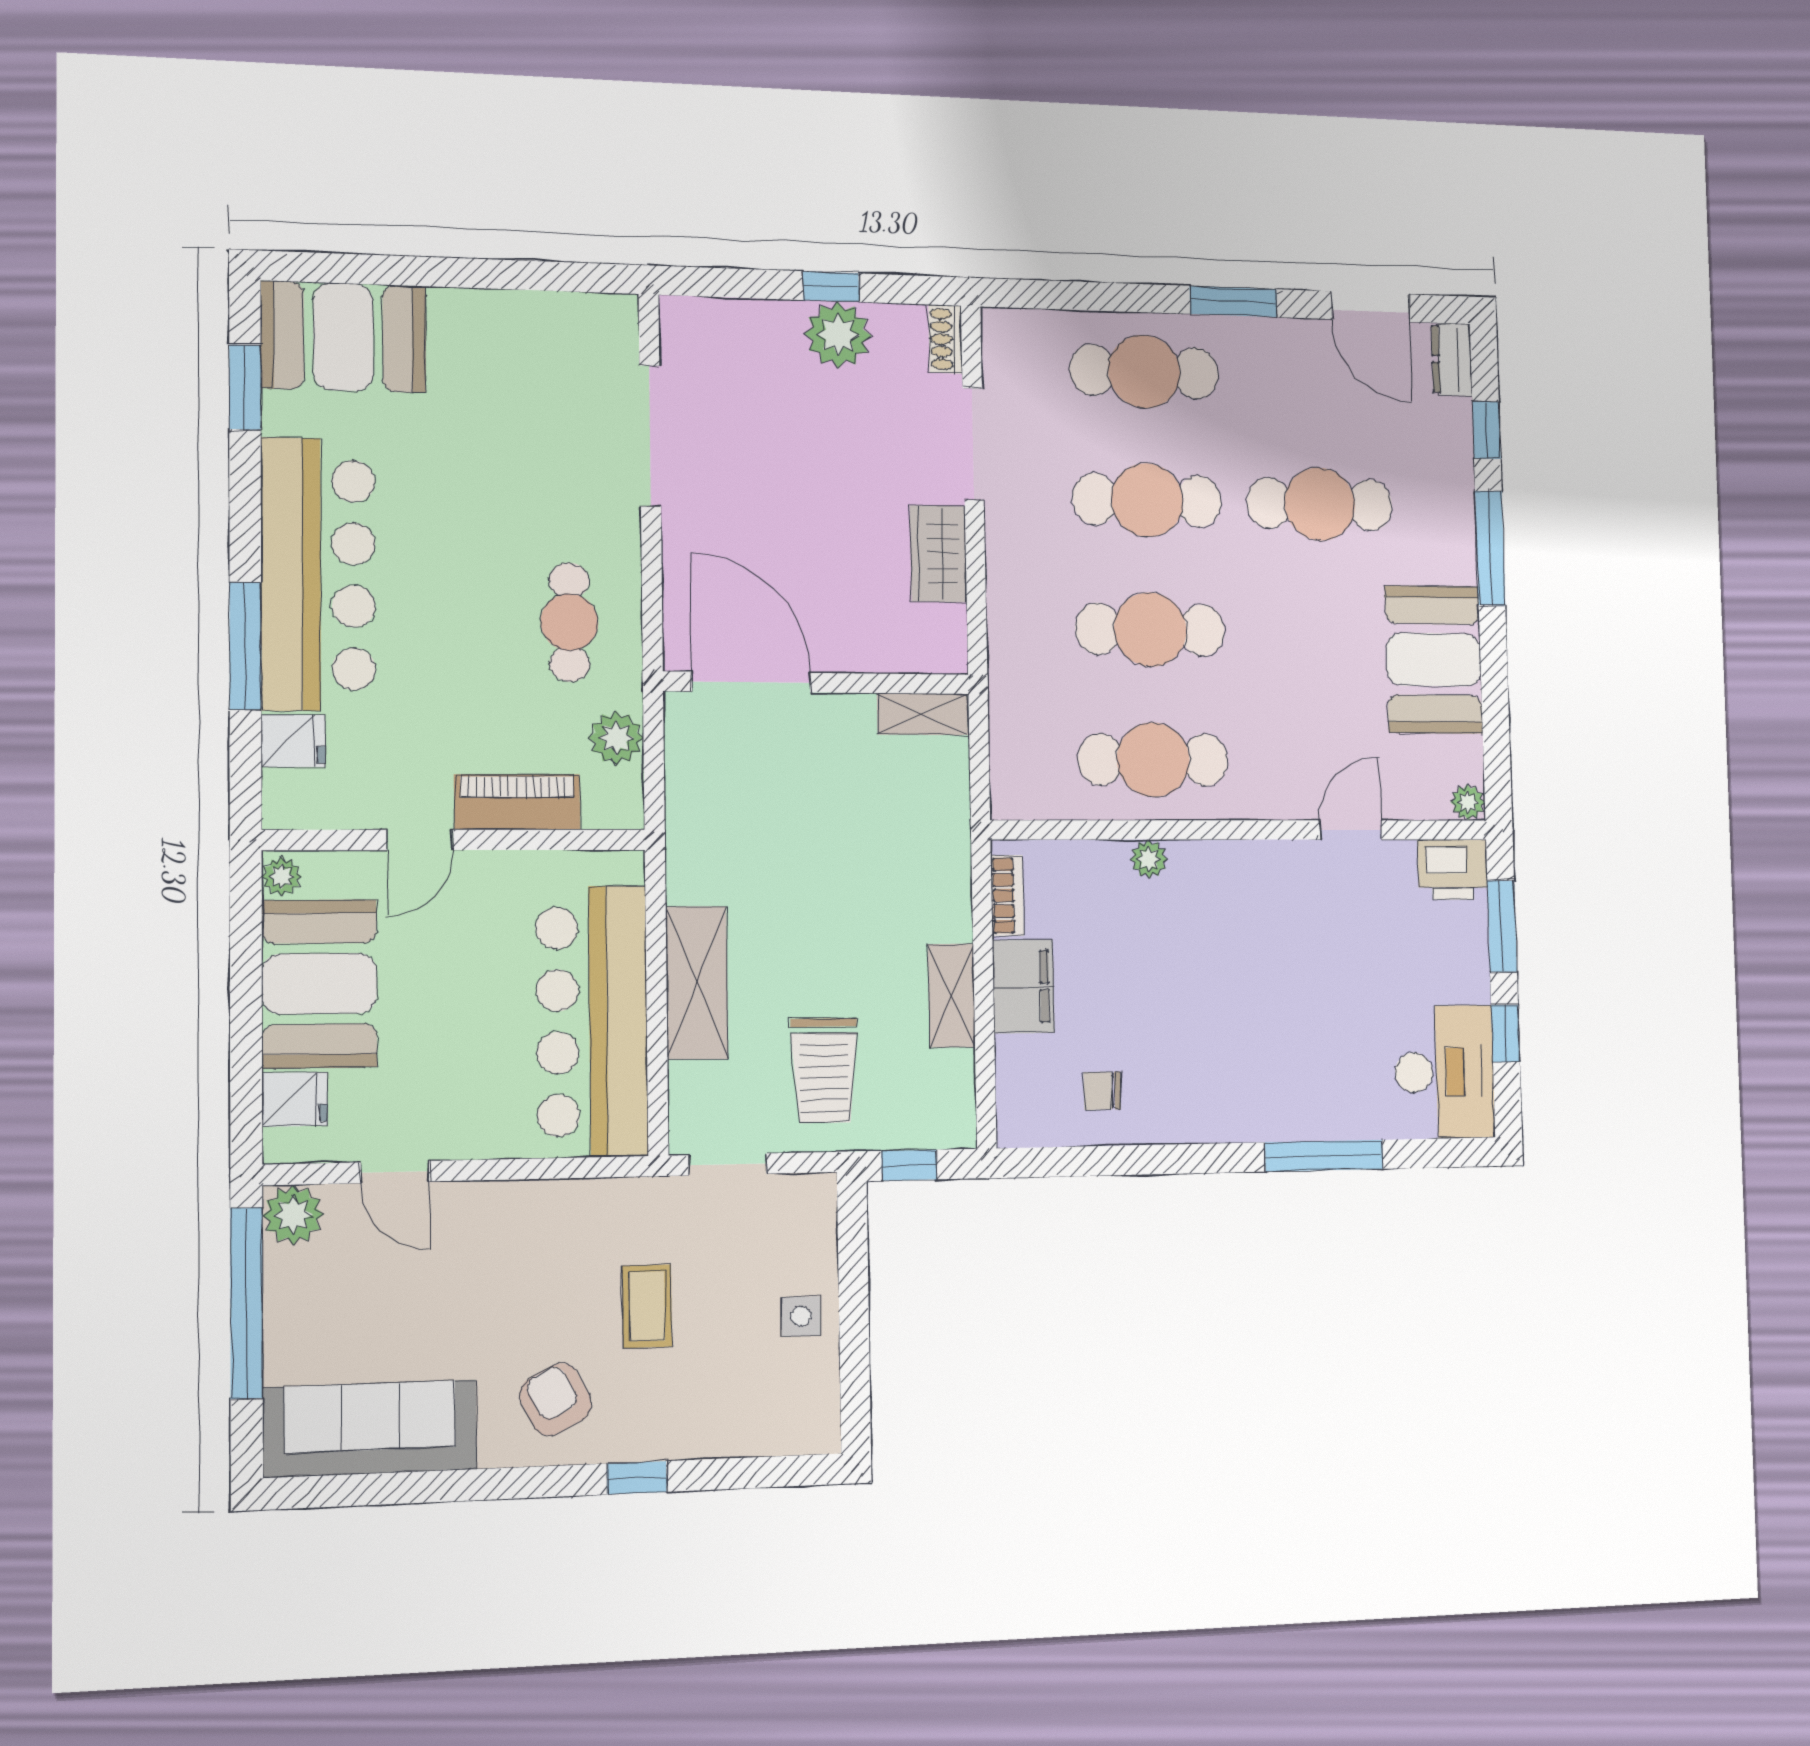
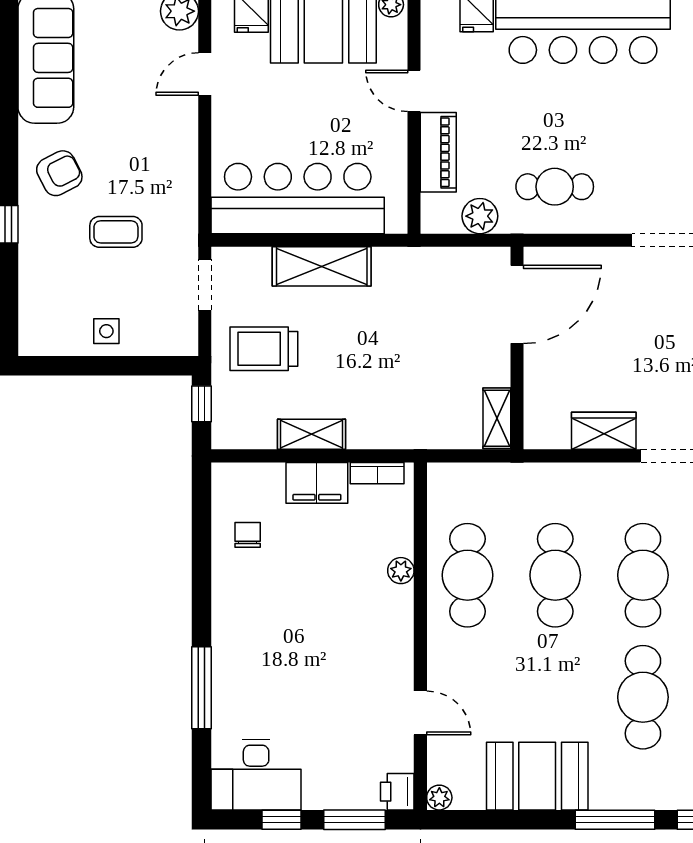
printer: (1453, 869) -> (397, 792), width x0.73, depth x0.81

